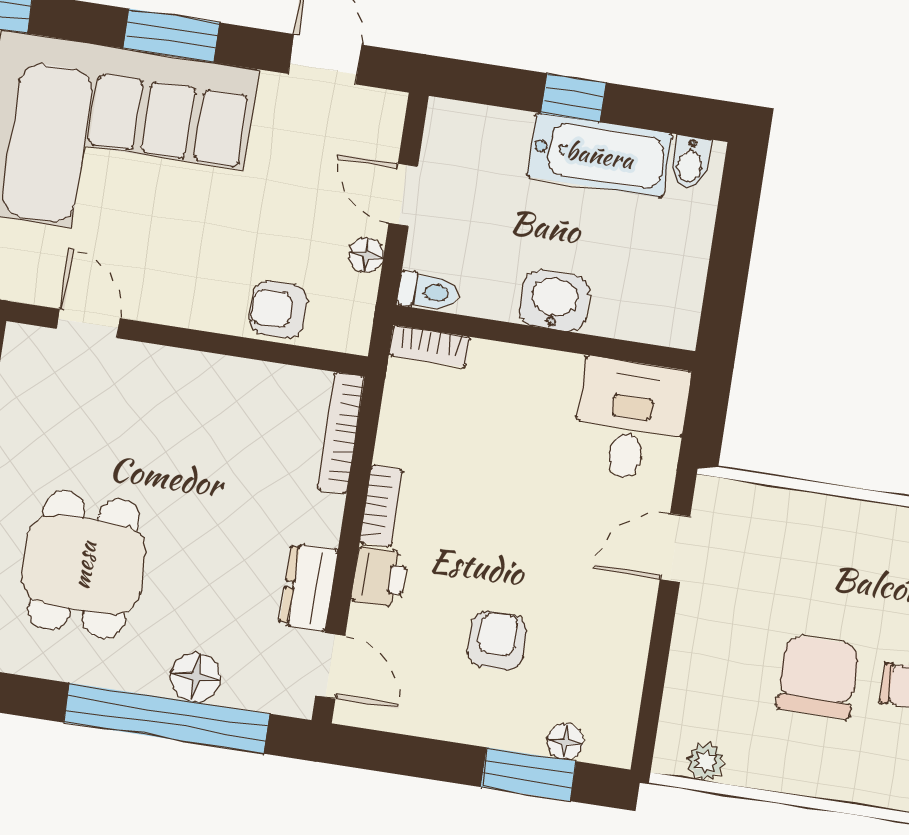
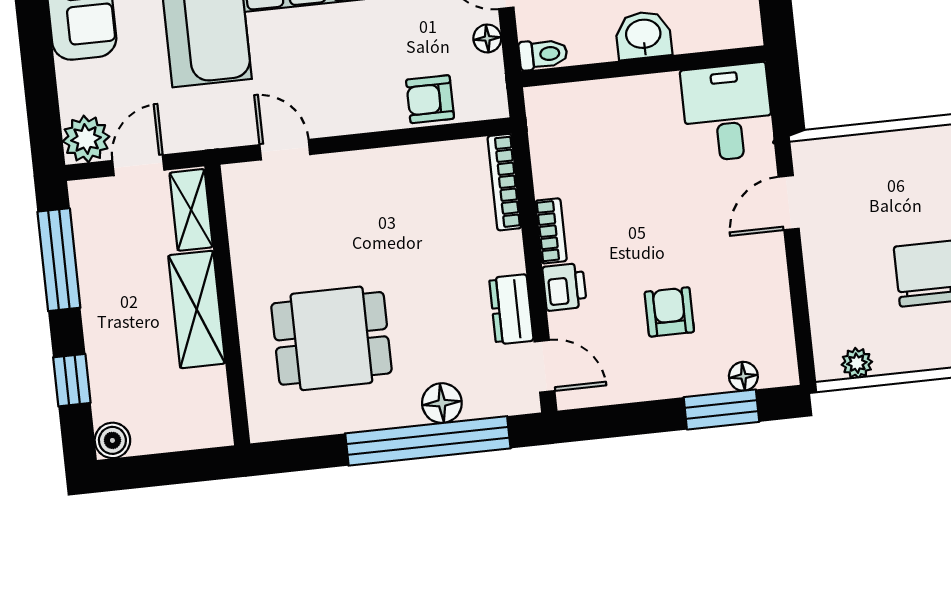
bookcase: (429, 346) -> (555, 96), removed
dining table: (84, 565) -> (331, 338), turned 90

